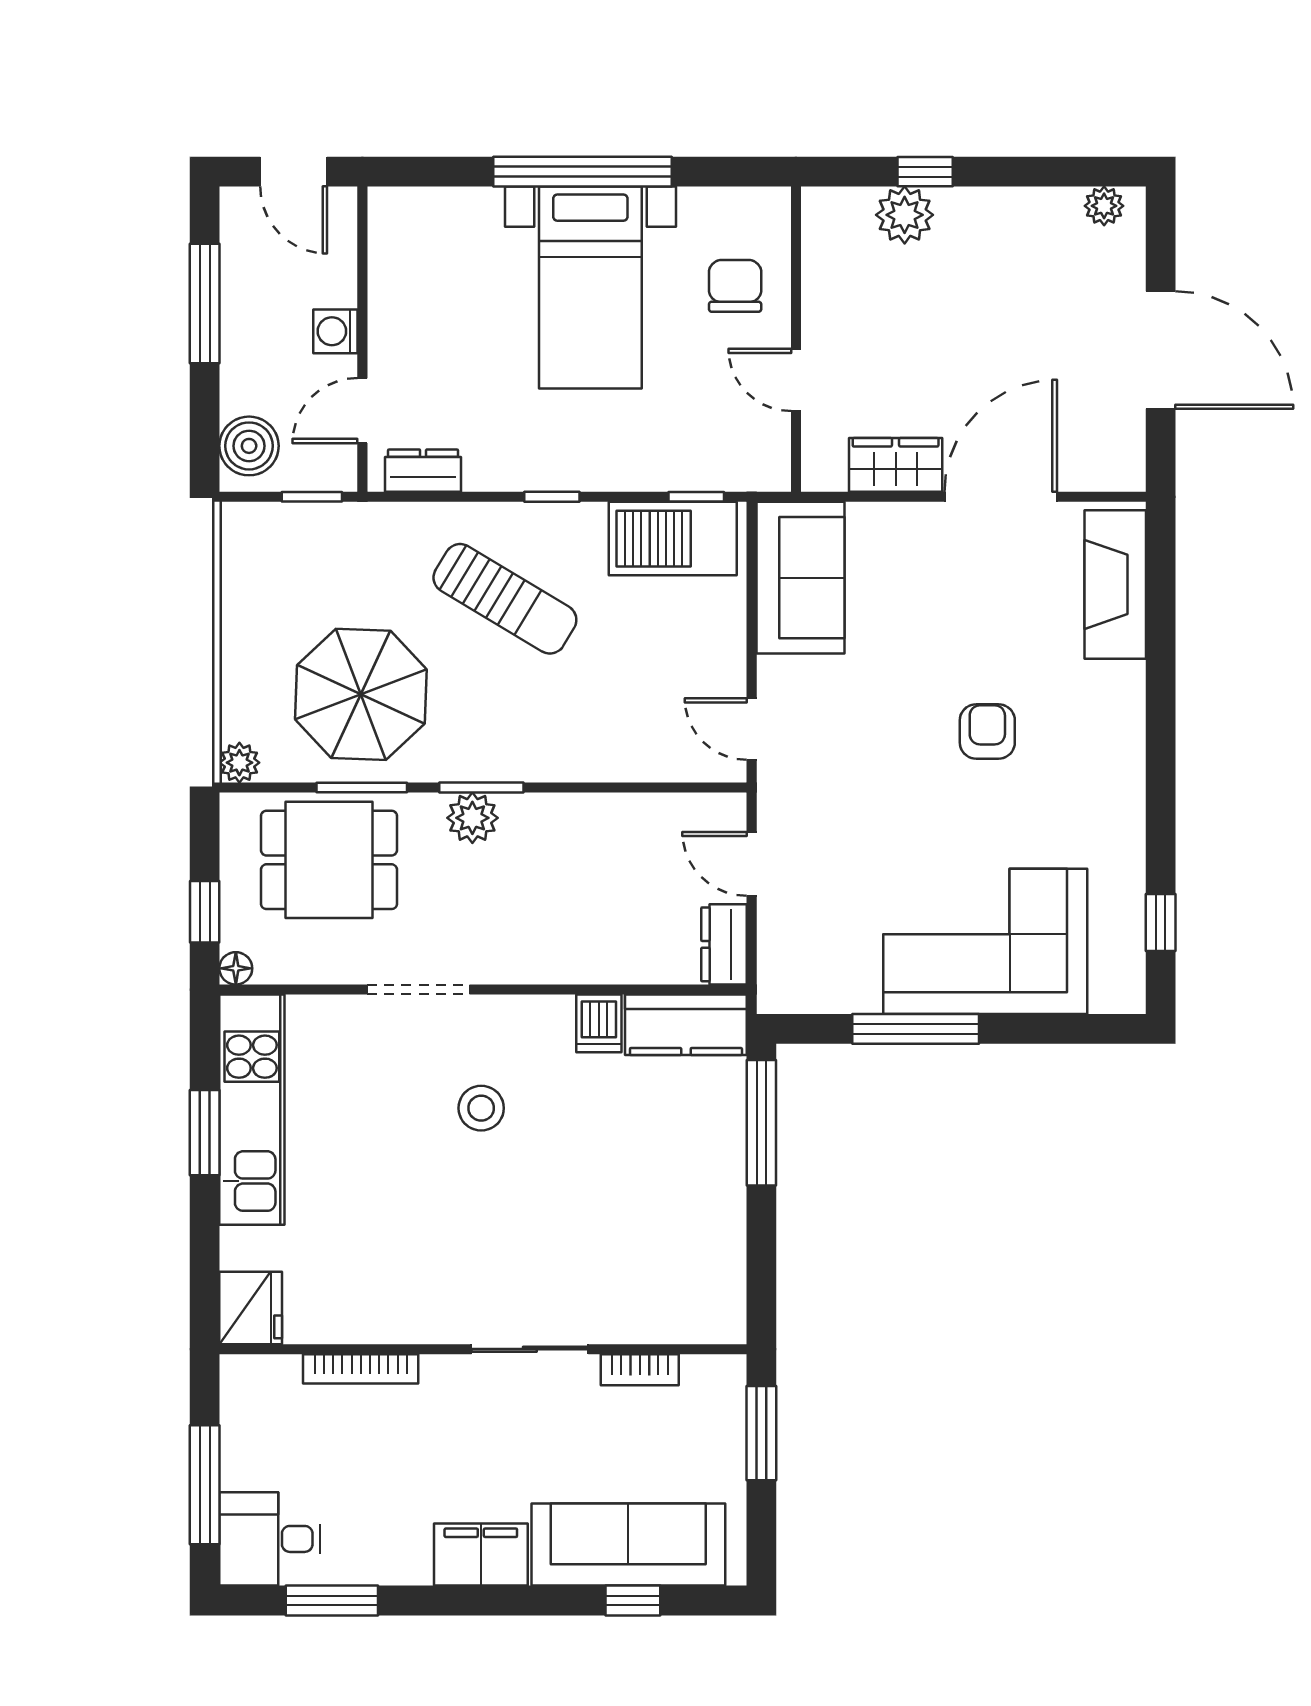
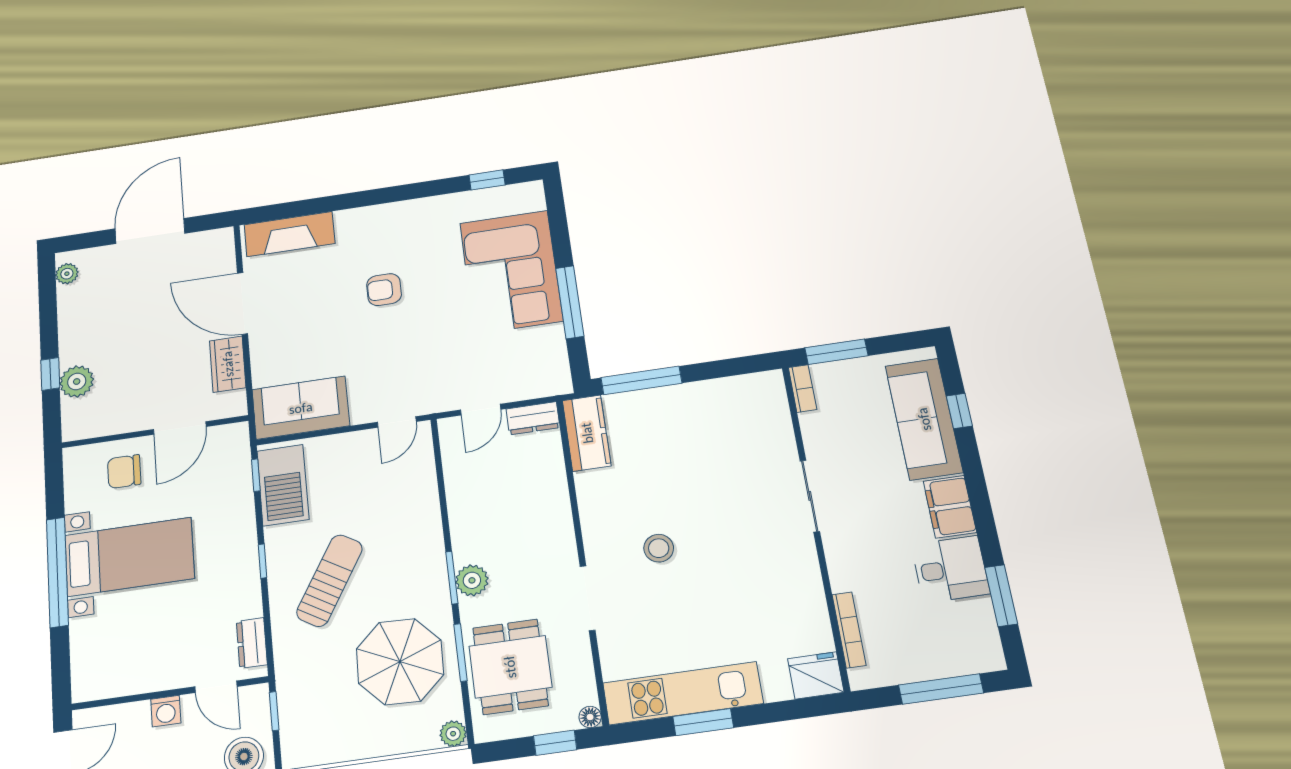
door: (796, 380) -> (180, 428), width x1.38
dishwasher: (599, 1023) -> (593, 485), removed
bookcase: (361, 1369) -> (849, 630), moved
bookcase: (640, 1370) -> (802, 388), moved
desk: (270, 1539) -> (950, 569), moved, turned -90

